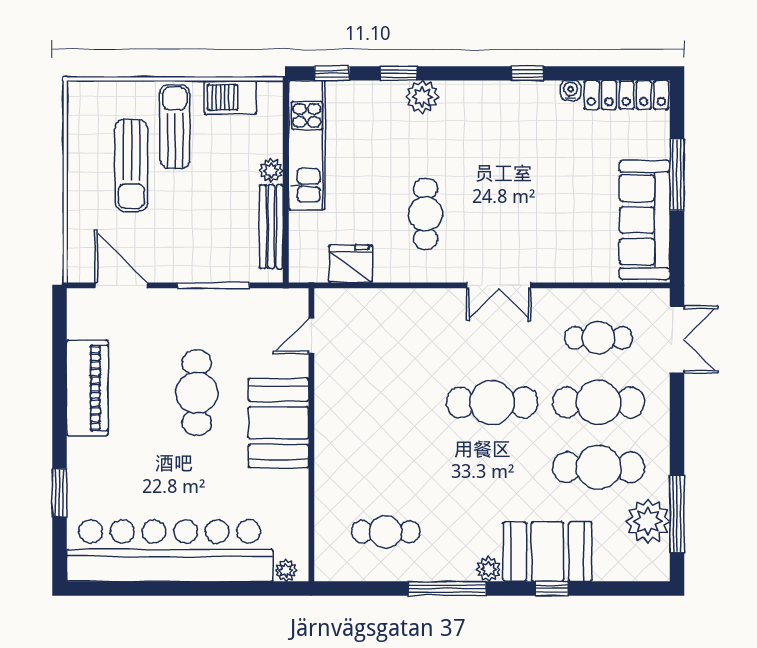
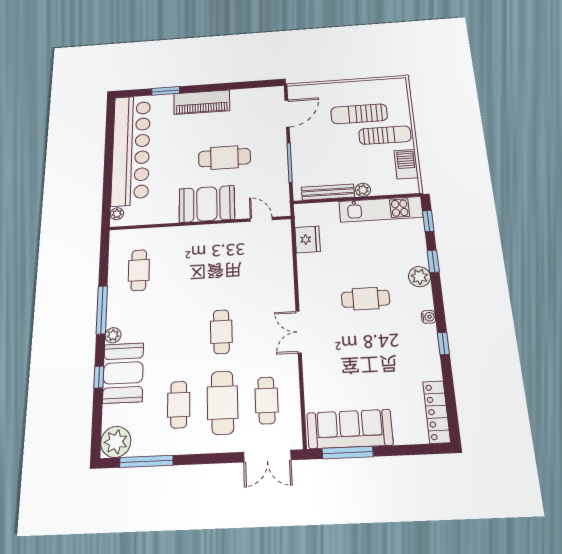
water cooler: (571, 90) -> (428, 317), moved
window: (677, 175) -> (348, 453), moved
cafe table: (426, 214) -> (366, 299), moved
piano: (87, 388) -> (202, 102), moved
cafe table: (492, 402) -> (221, 332), width x0.73, depth x0.74
cafe table: (599, 467) -> (179, 405), width x0.73, depth x0.74
plant: (648, 521) -> (116, 442), moved

